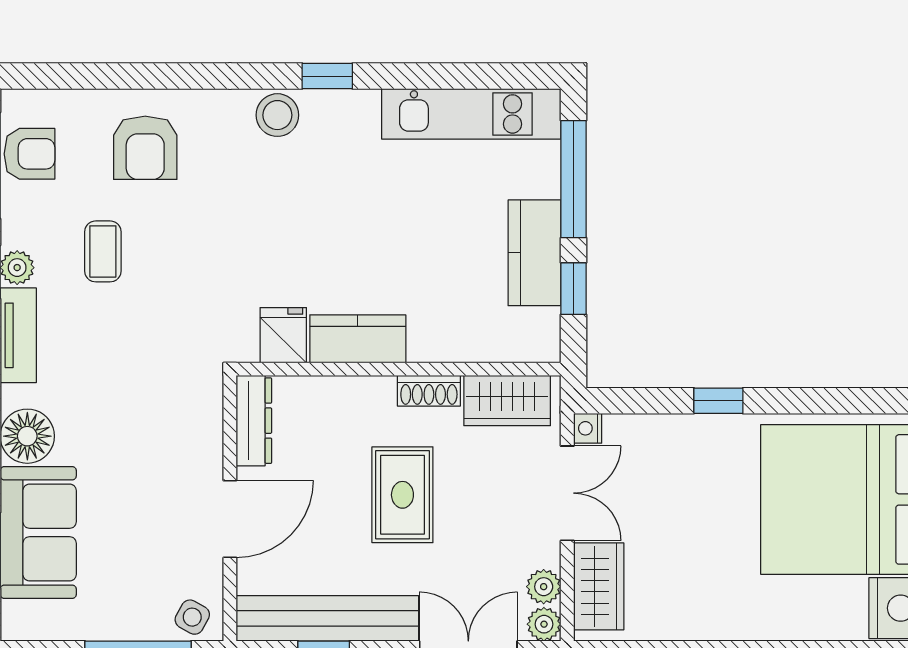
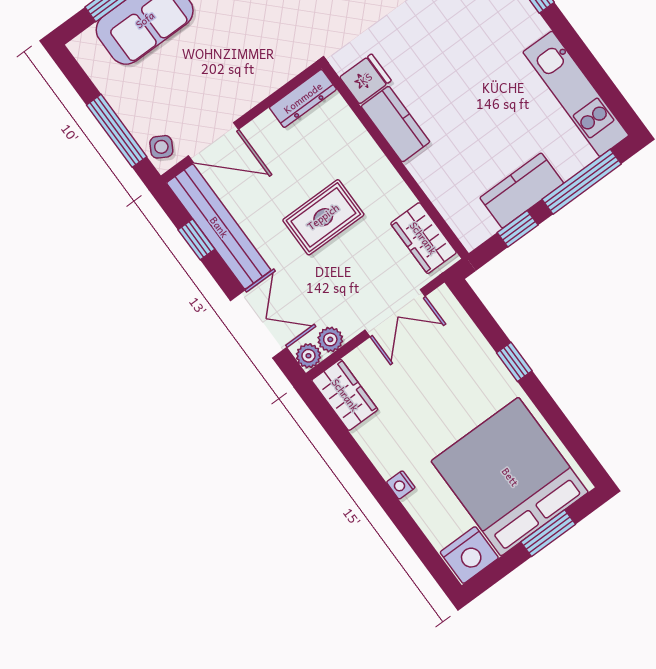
shoe rack: (429, 391) -> (396, 188), removed
nightstand: (588, 428) -> (401, 485), moved, turned -90
door: (230, 519) -> (213, 142), moved
wardrobe: (599, 586) -> (345, 395), moved, turned -90

